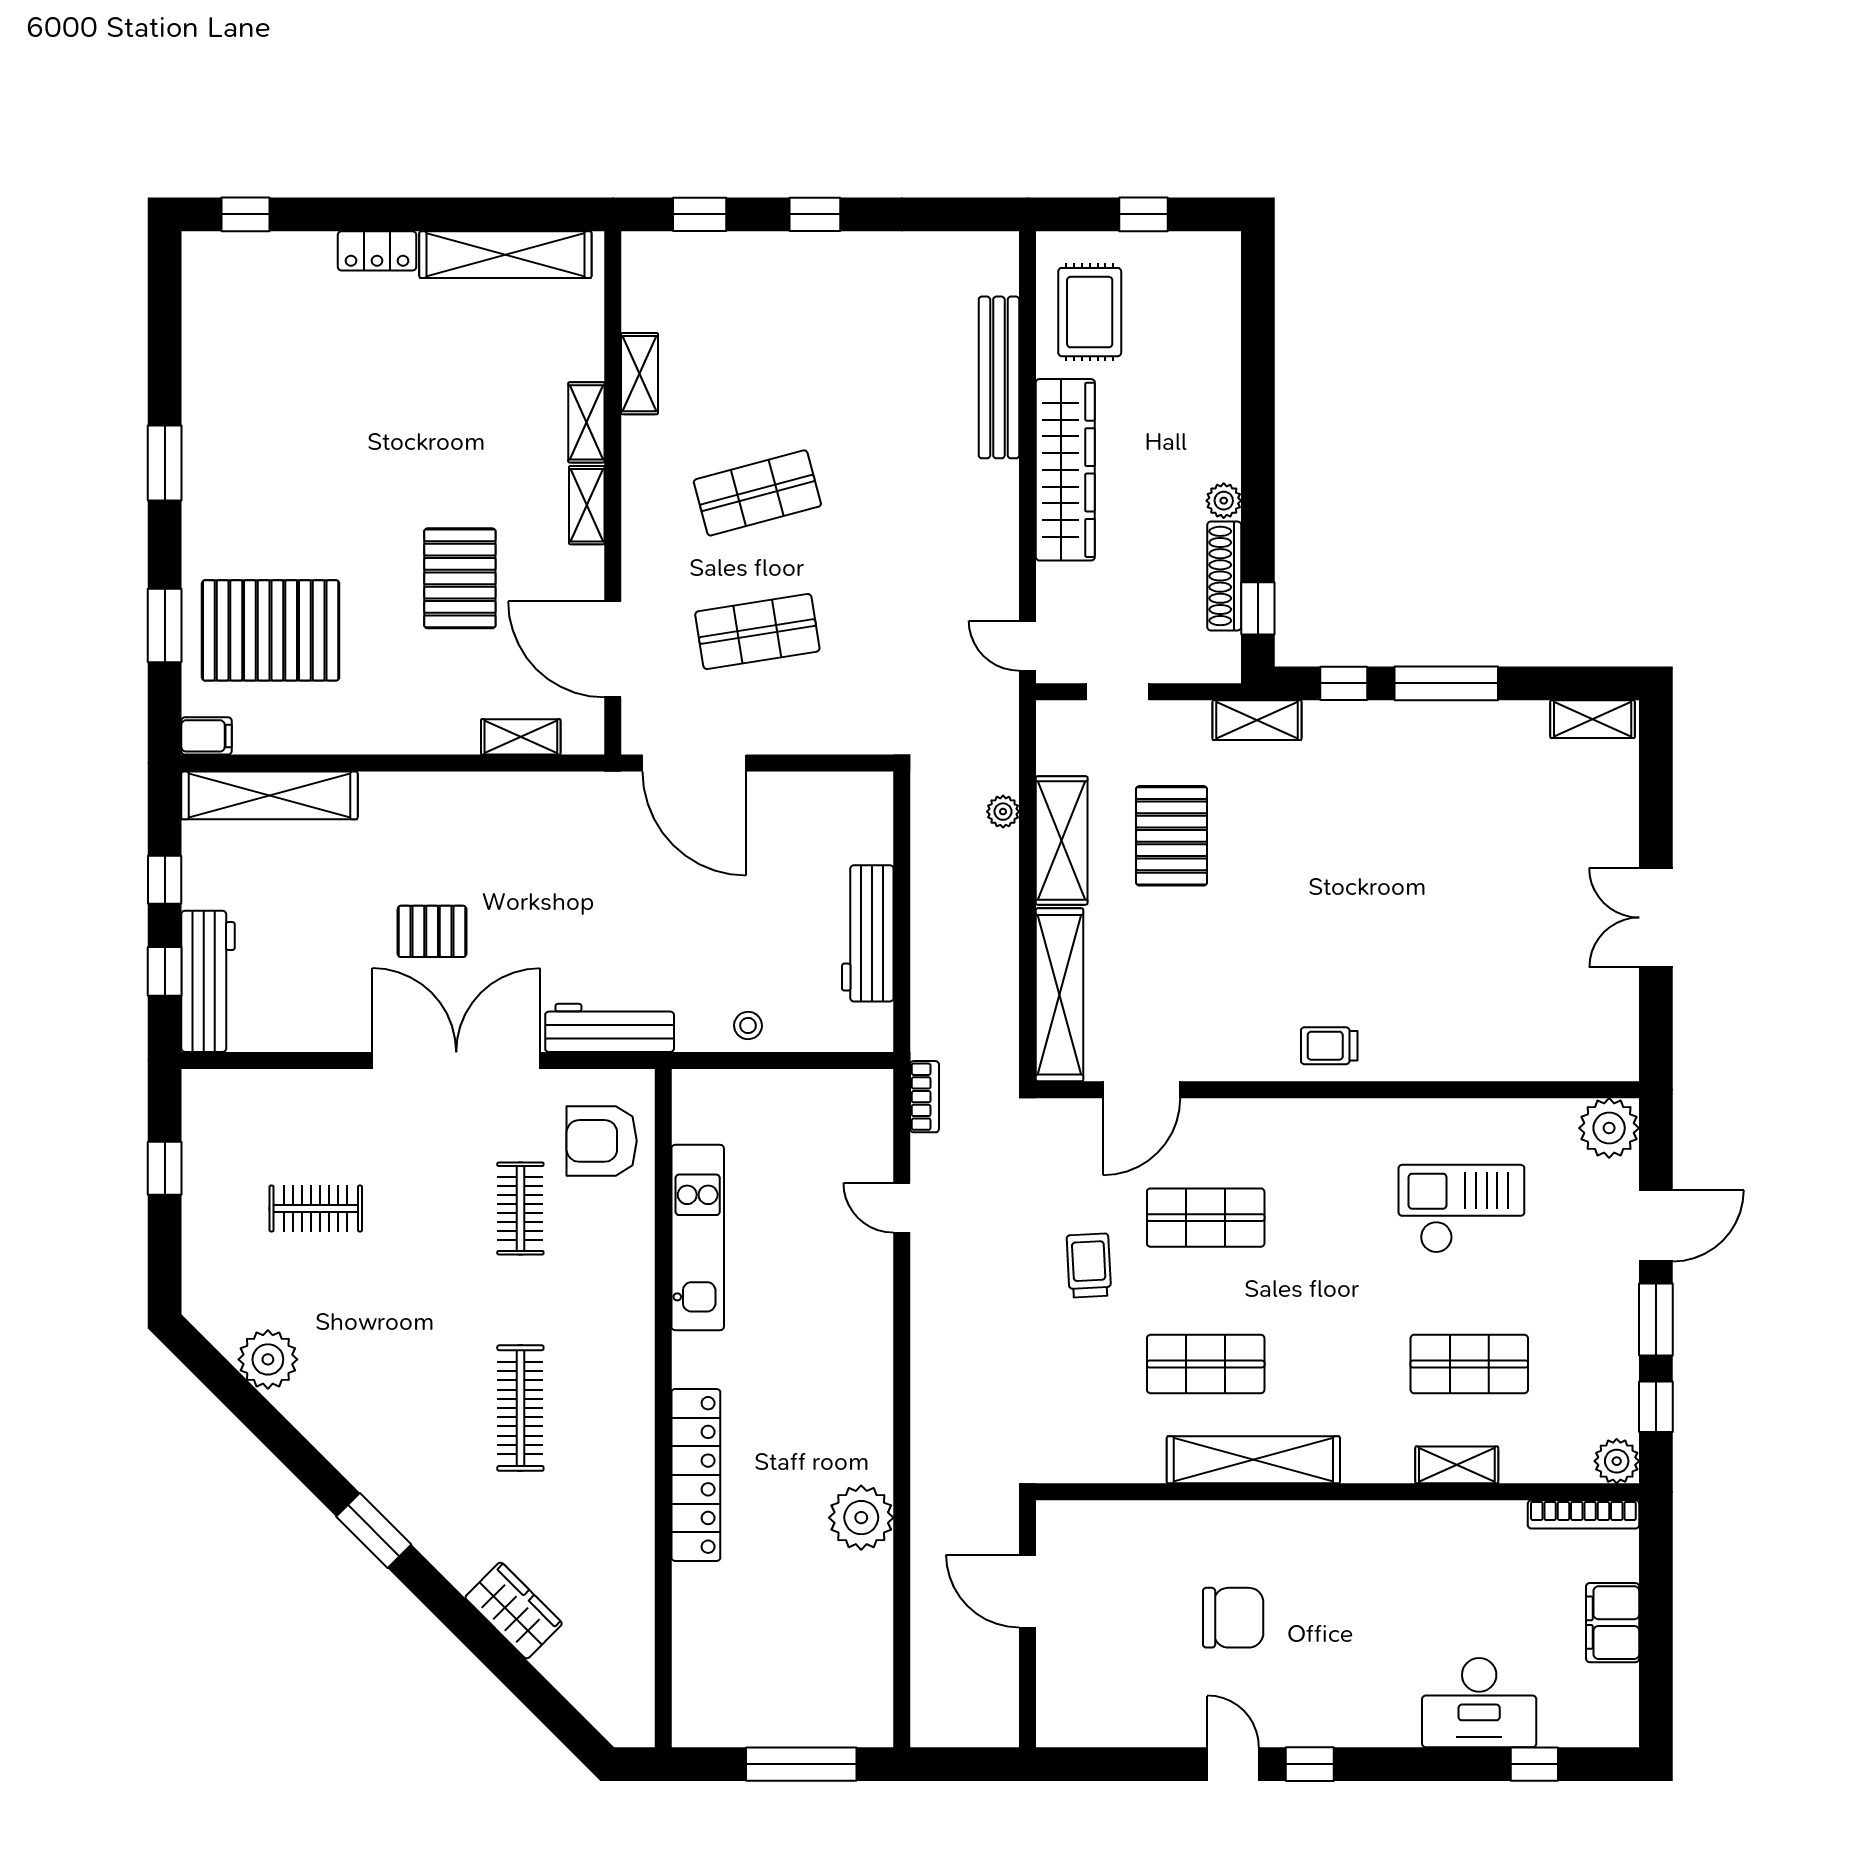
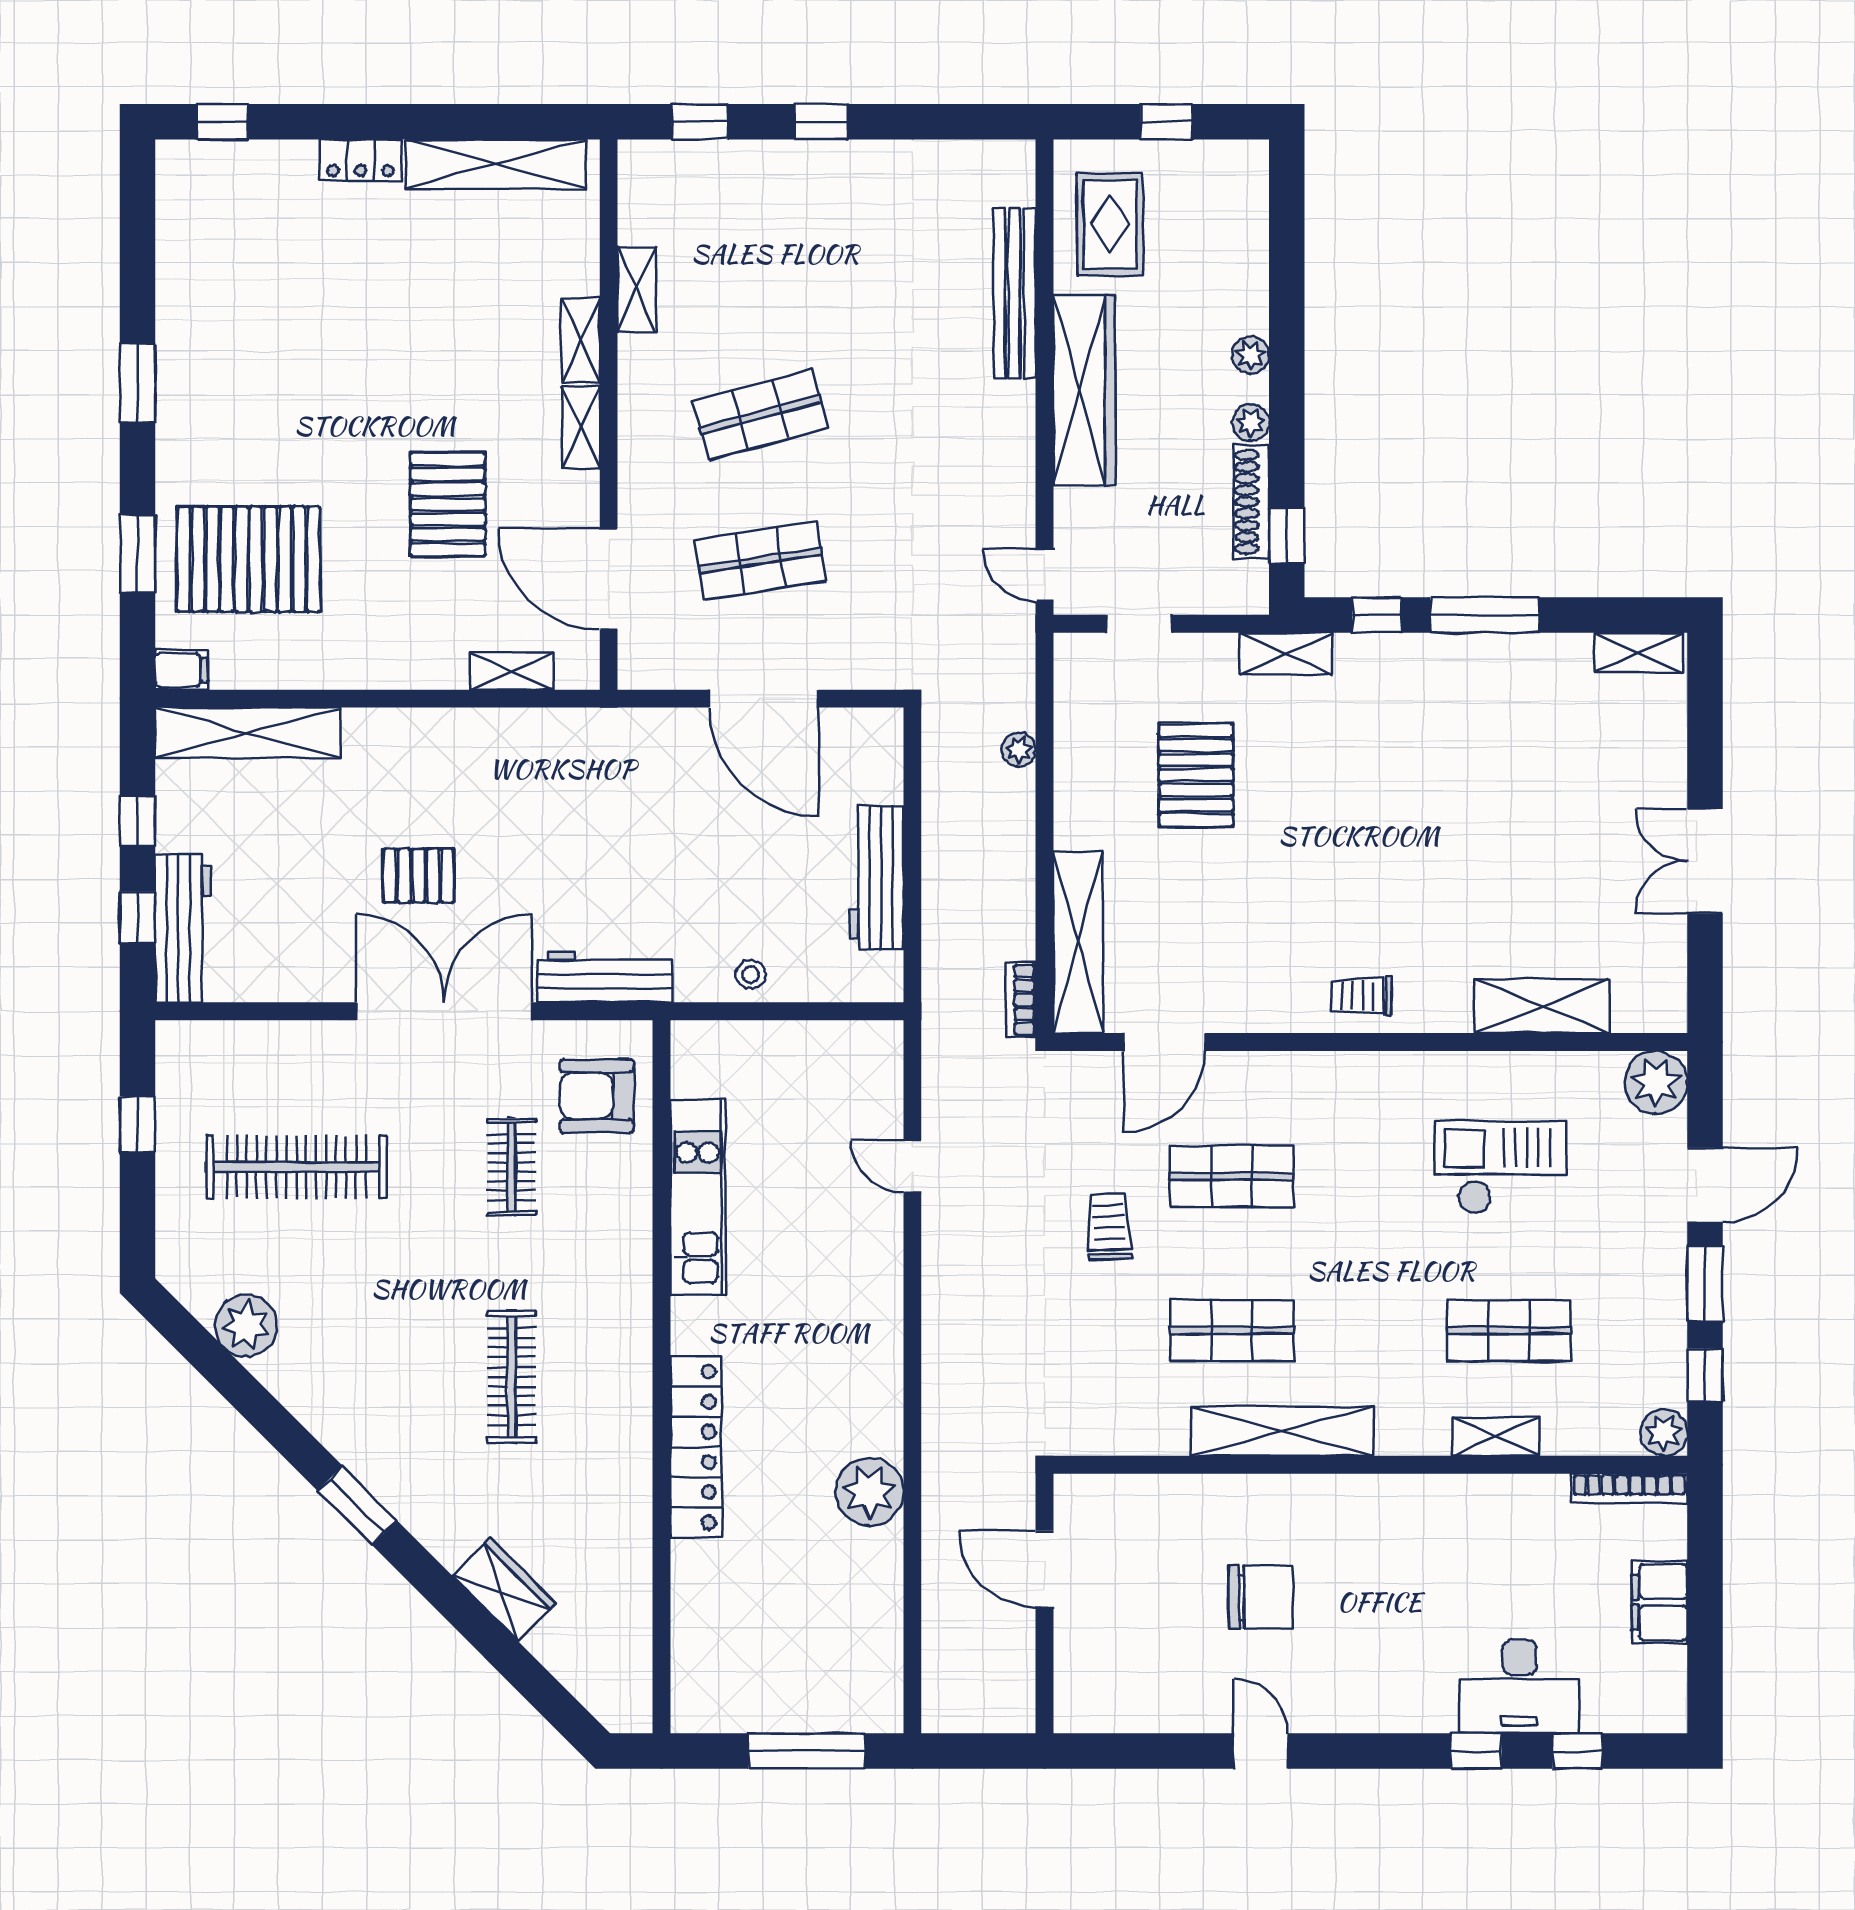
plant: (1223, 436) -> (1251, 355), added
door: (694, 763) -> (764, 699), moved
shelving: (1062, 840) -> (1542, 1006), moved, turned 90
bookcase: (925, 1097) -> (1021, 1000), moved, turned 180
clothes rail: (316, 1208) -> (296, 1167), width x1.86, depth x1.31
window: (1310, 1764) -> (1476, 1751), moved

